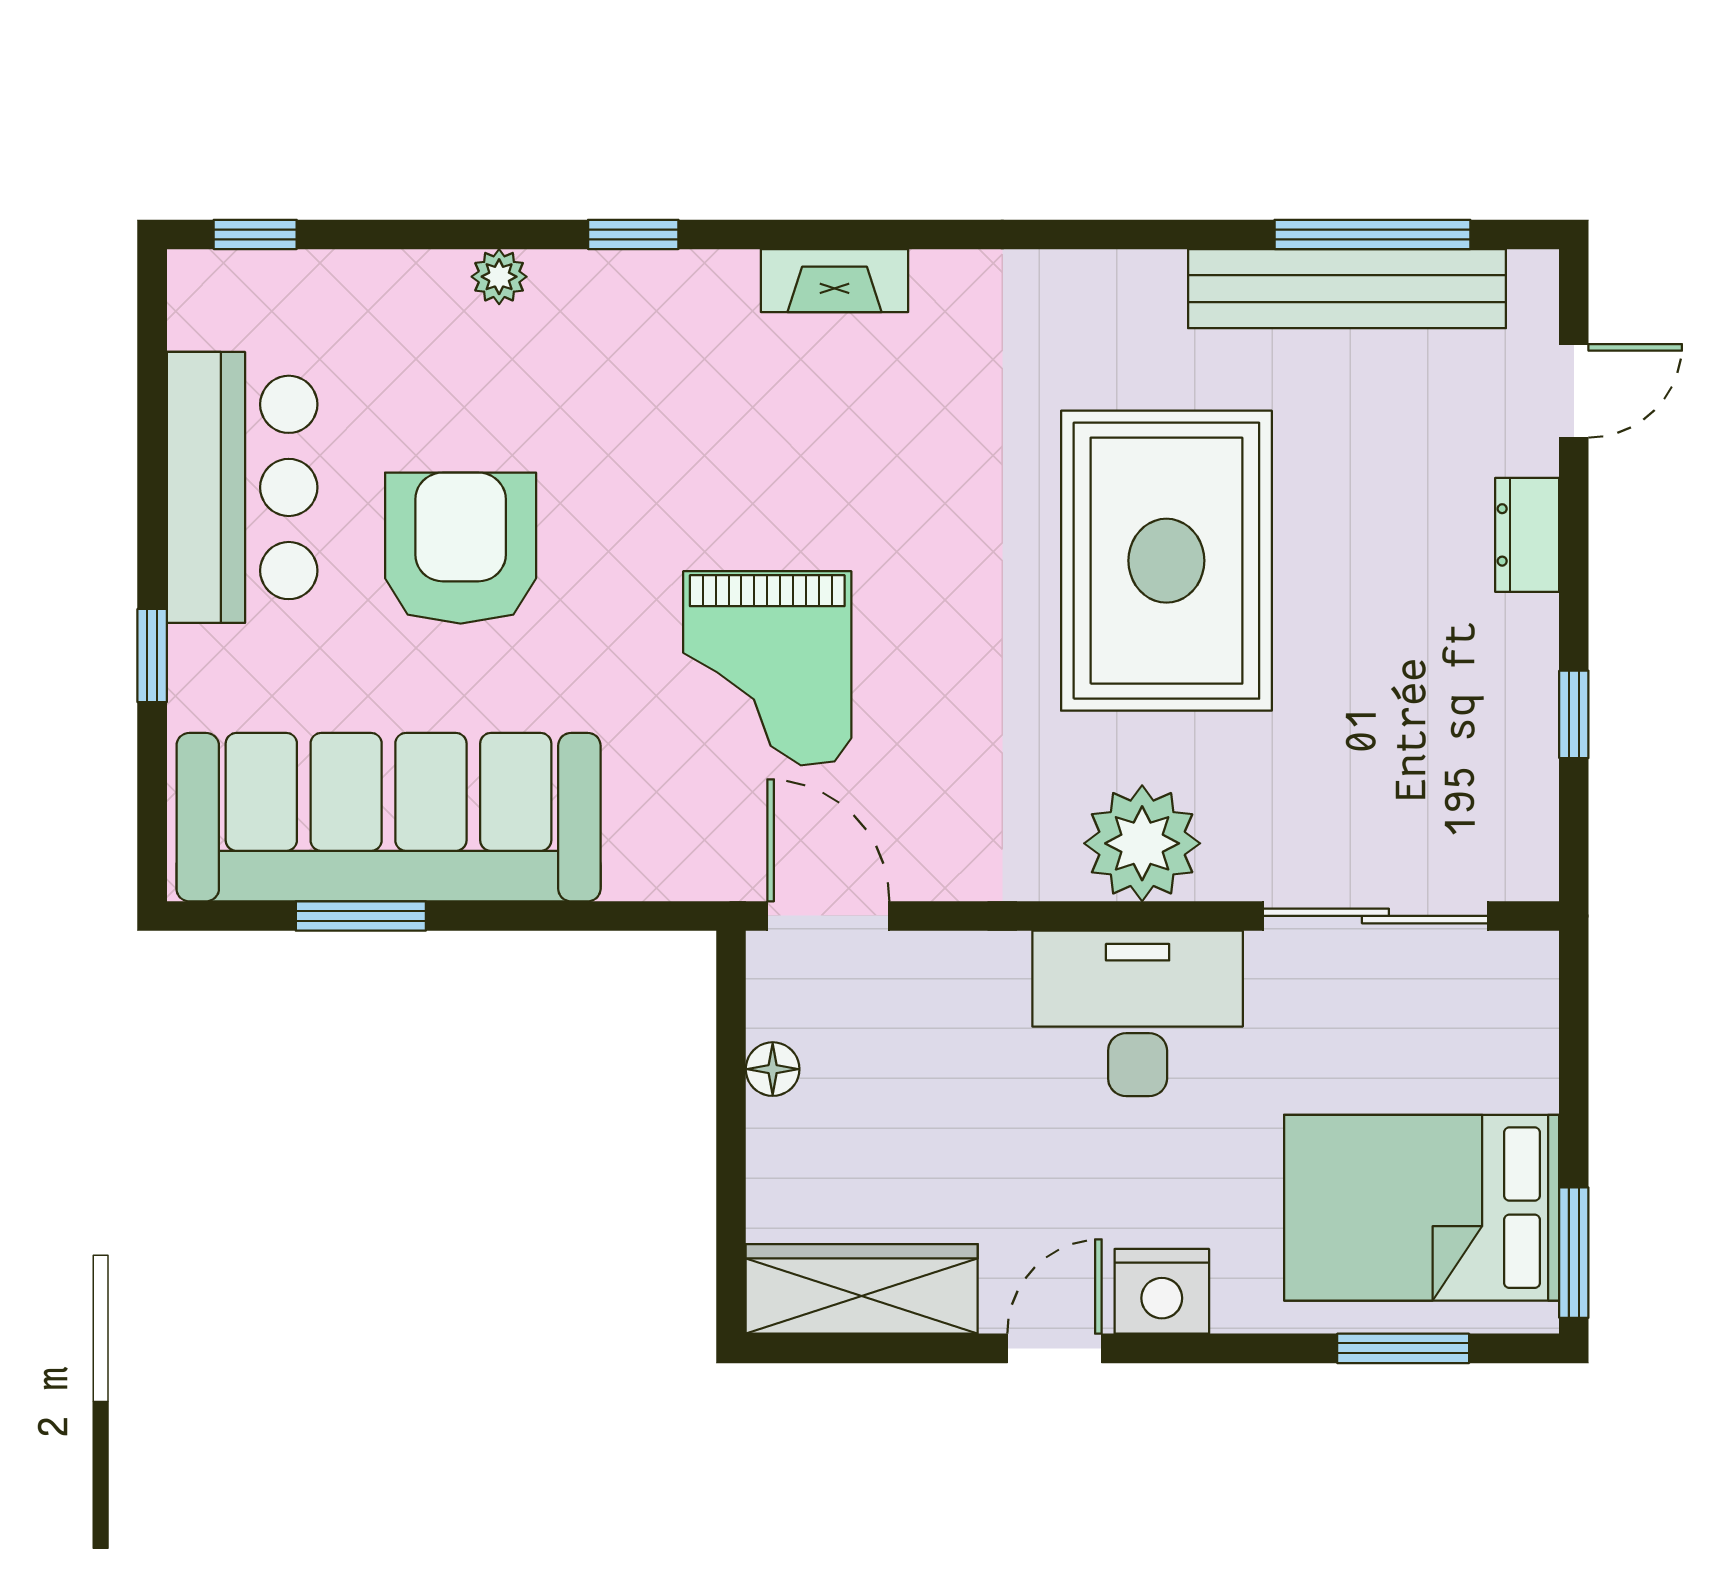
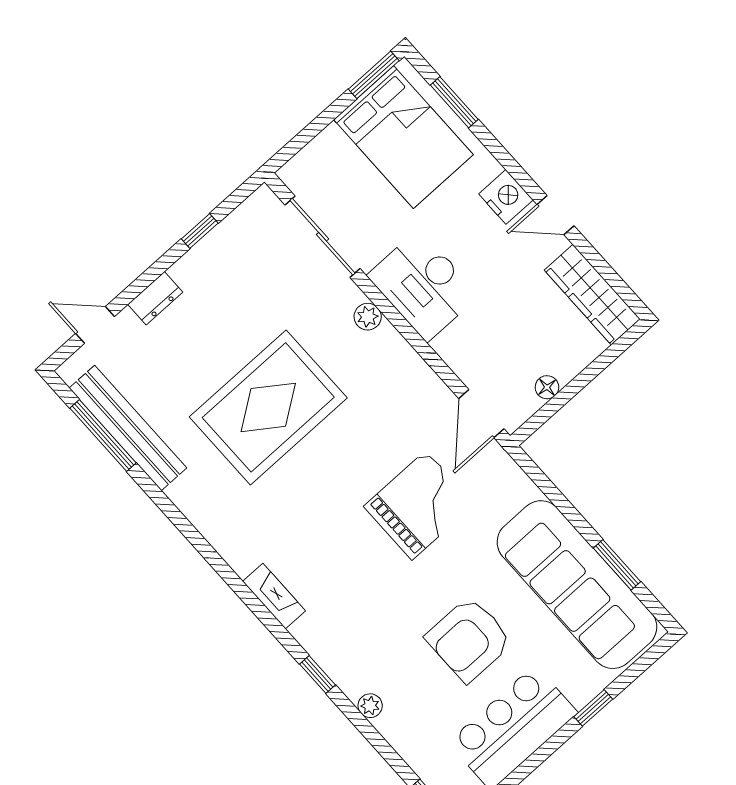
plant: (1142, 843) -> (368, 317), width x0.53, depth x0.53

